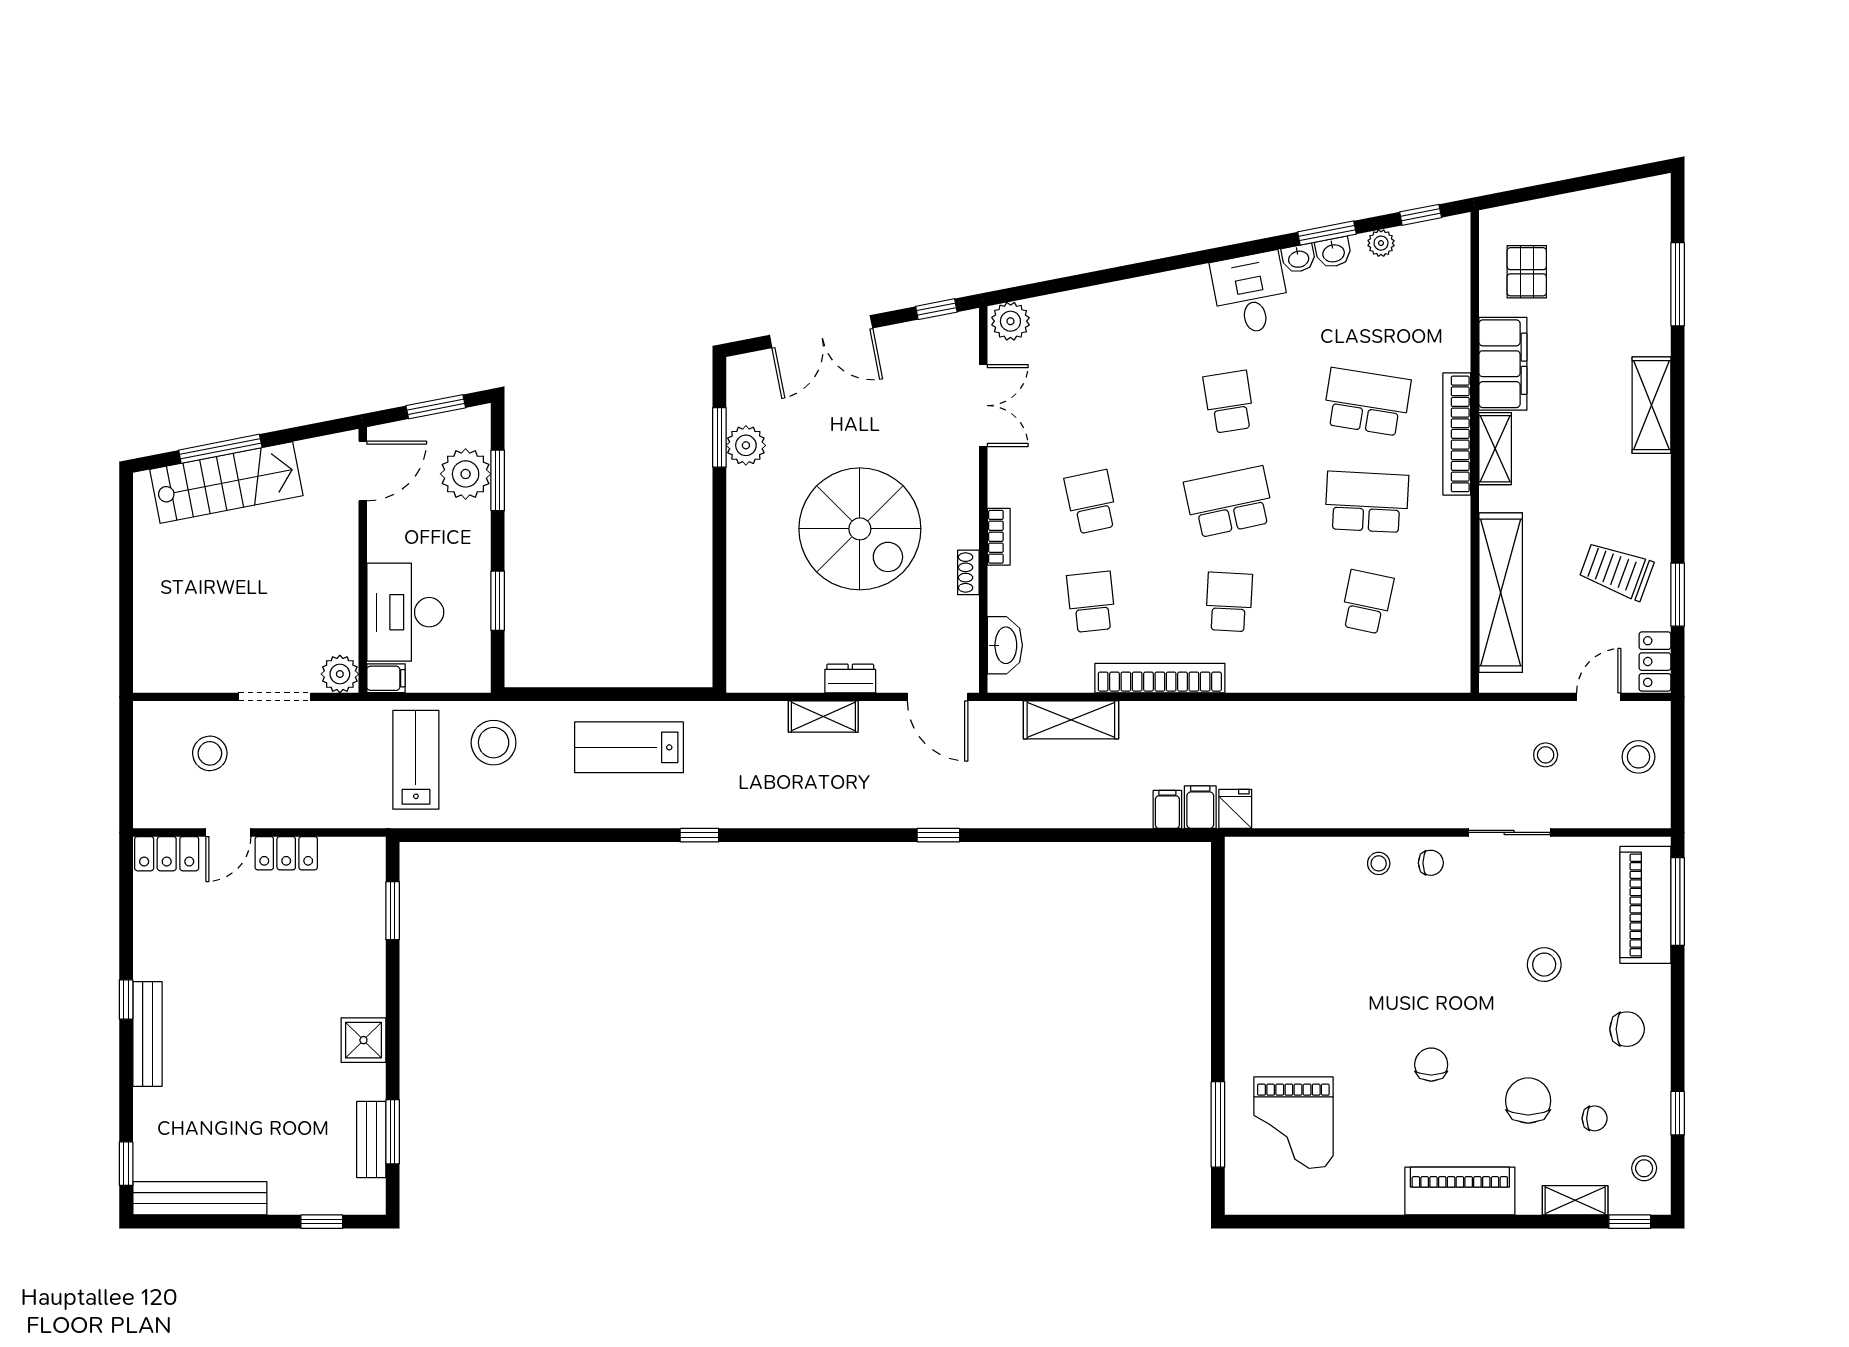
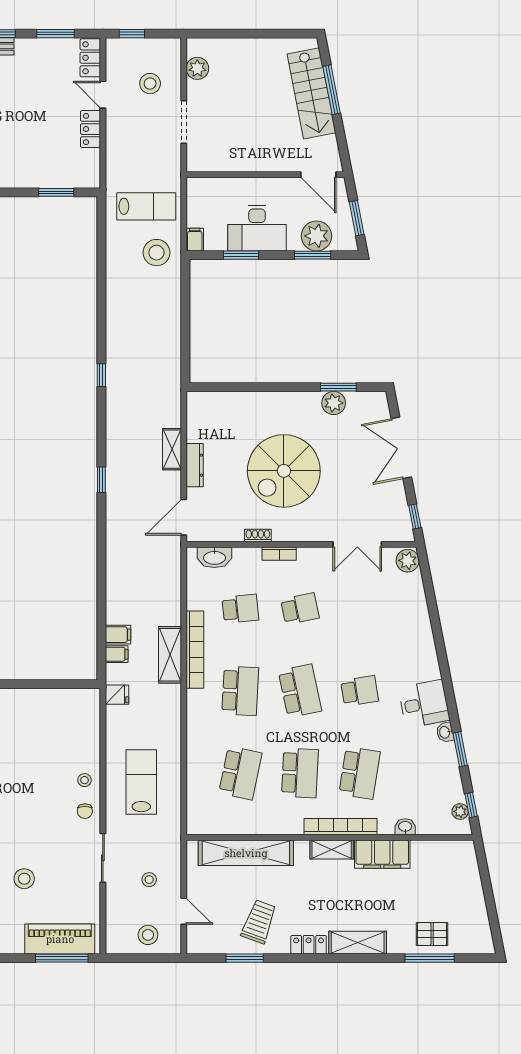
plant: (1381, 243) -> (460, 812), moved
washbasin: (1333, 253) -> (405, 827), moved, turned 101
pallet: (1527, 272) -> (432, 934), moved
school desk: (1229, 602) -> (240, 691), width x1.85
school desk: (1367, 602) -> (240, 773), width x1.85
desk: (405, 612) -> (257, 228), moved, turned 180
locker: (1655, 662) -> (309, 945), moved
plant: (340, 674) -> (197, 68), moved
filing cabinet: (386, 678) -> (195, 240), moved, turned 180
dresser: (850, 679) -> (195, 465), width x1.44
shelving: (1071, 720) -> (170, 655), moved
lab bench: (629, 747) -> (141, 782), moved
window: (126, 784) -> (132, 34), added
filing cabinet: (1200, 807) -> (118, 635), moved
window: (938, 835) -> (101, 480), moved
window: (126, 912) -> (55, 34), added

